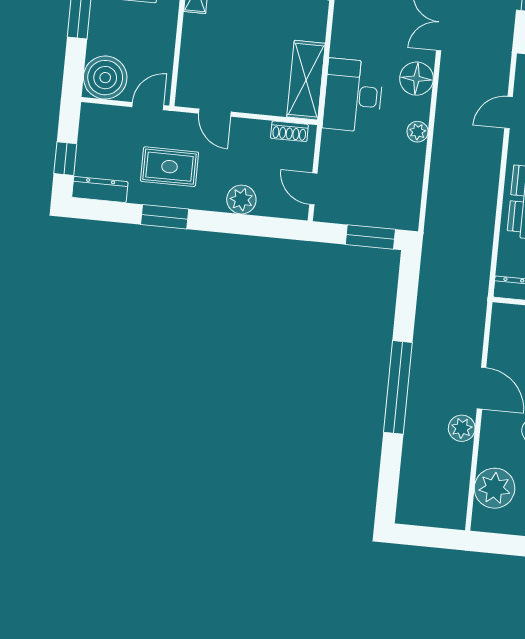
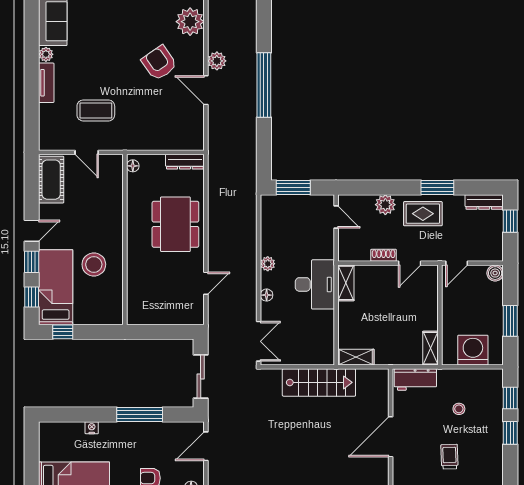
boiler: (105, 78) -> (495, 273), width x0.54, depth x0.54
floor lamp: (416, 79) -> (267, 295), width x0.53, depth x0.53
shelving: (306, 80) -> (346, 283), width x0.67, depth x0.75
door: (215, 113) -> (410, 263), swing flipped
shoe rack: (289, 131) -> (384, 255), moved
rug: (170, 167) -> (423, 214), moved

